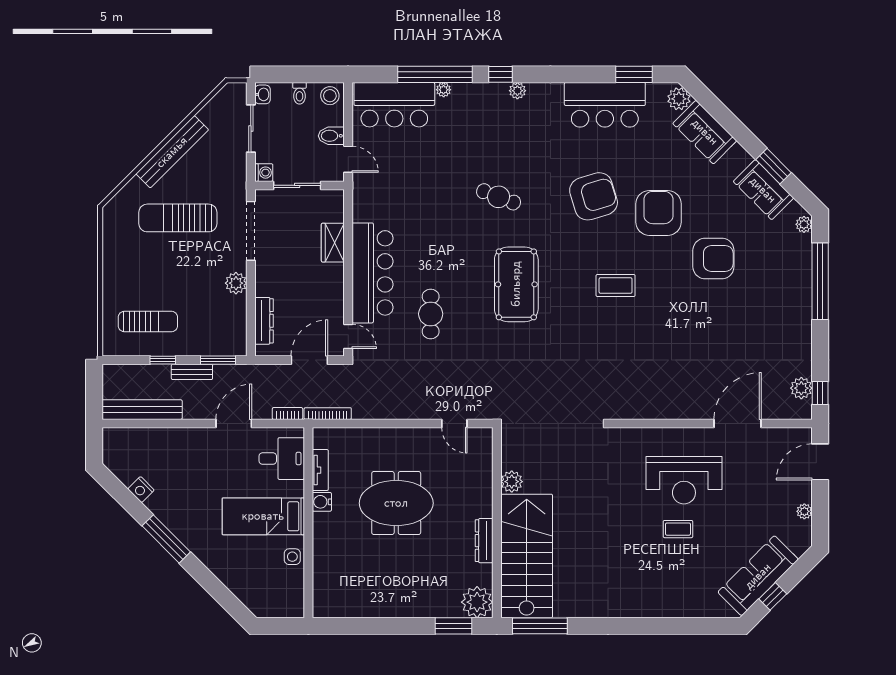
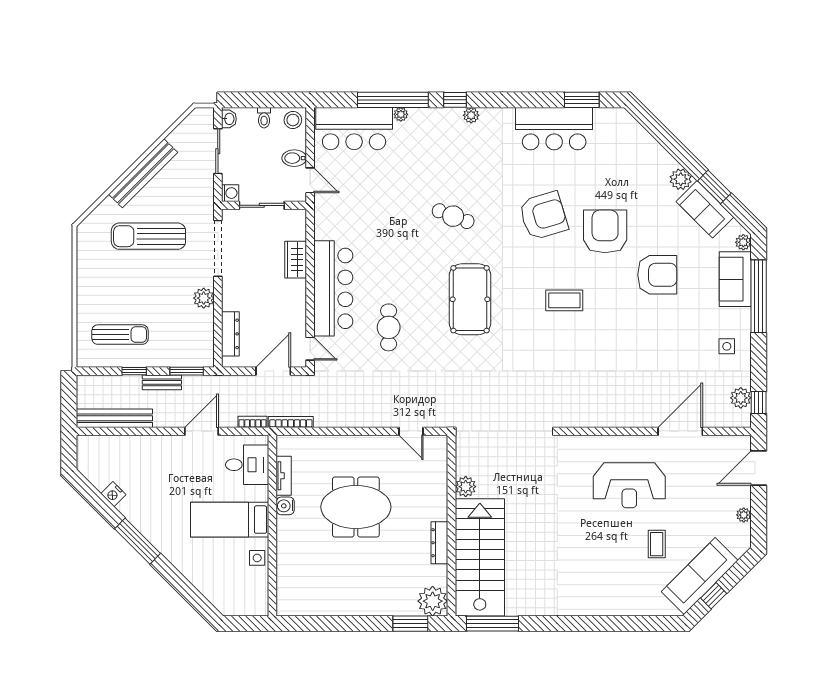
plant: (679, 99) -> (681, 179), moved
sofa: (705, 132) -> (735, 279), moved, turned 45
side table: (787, 334) -> (727, 346), added
coffee table: (678, 529) -> (657, 544), moved, turned 90

